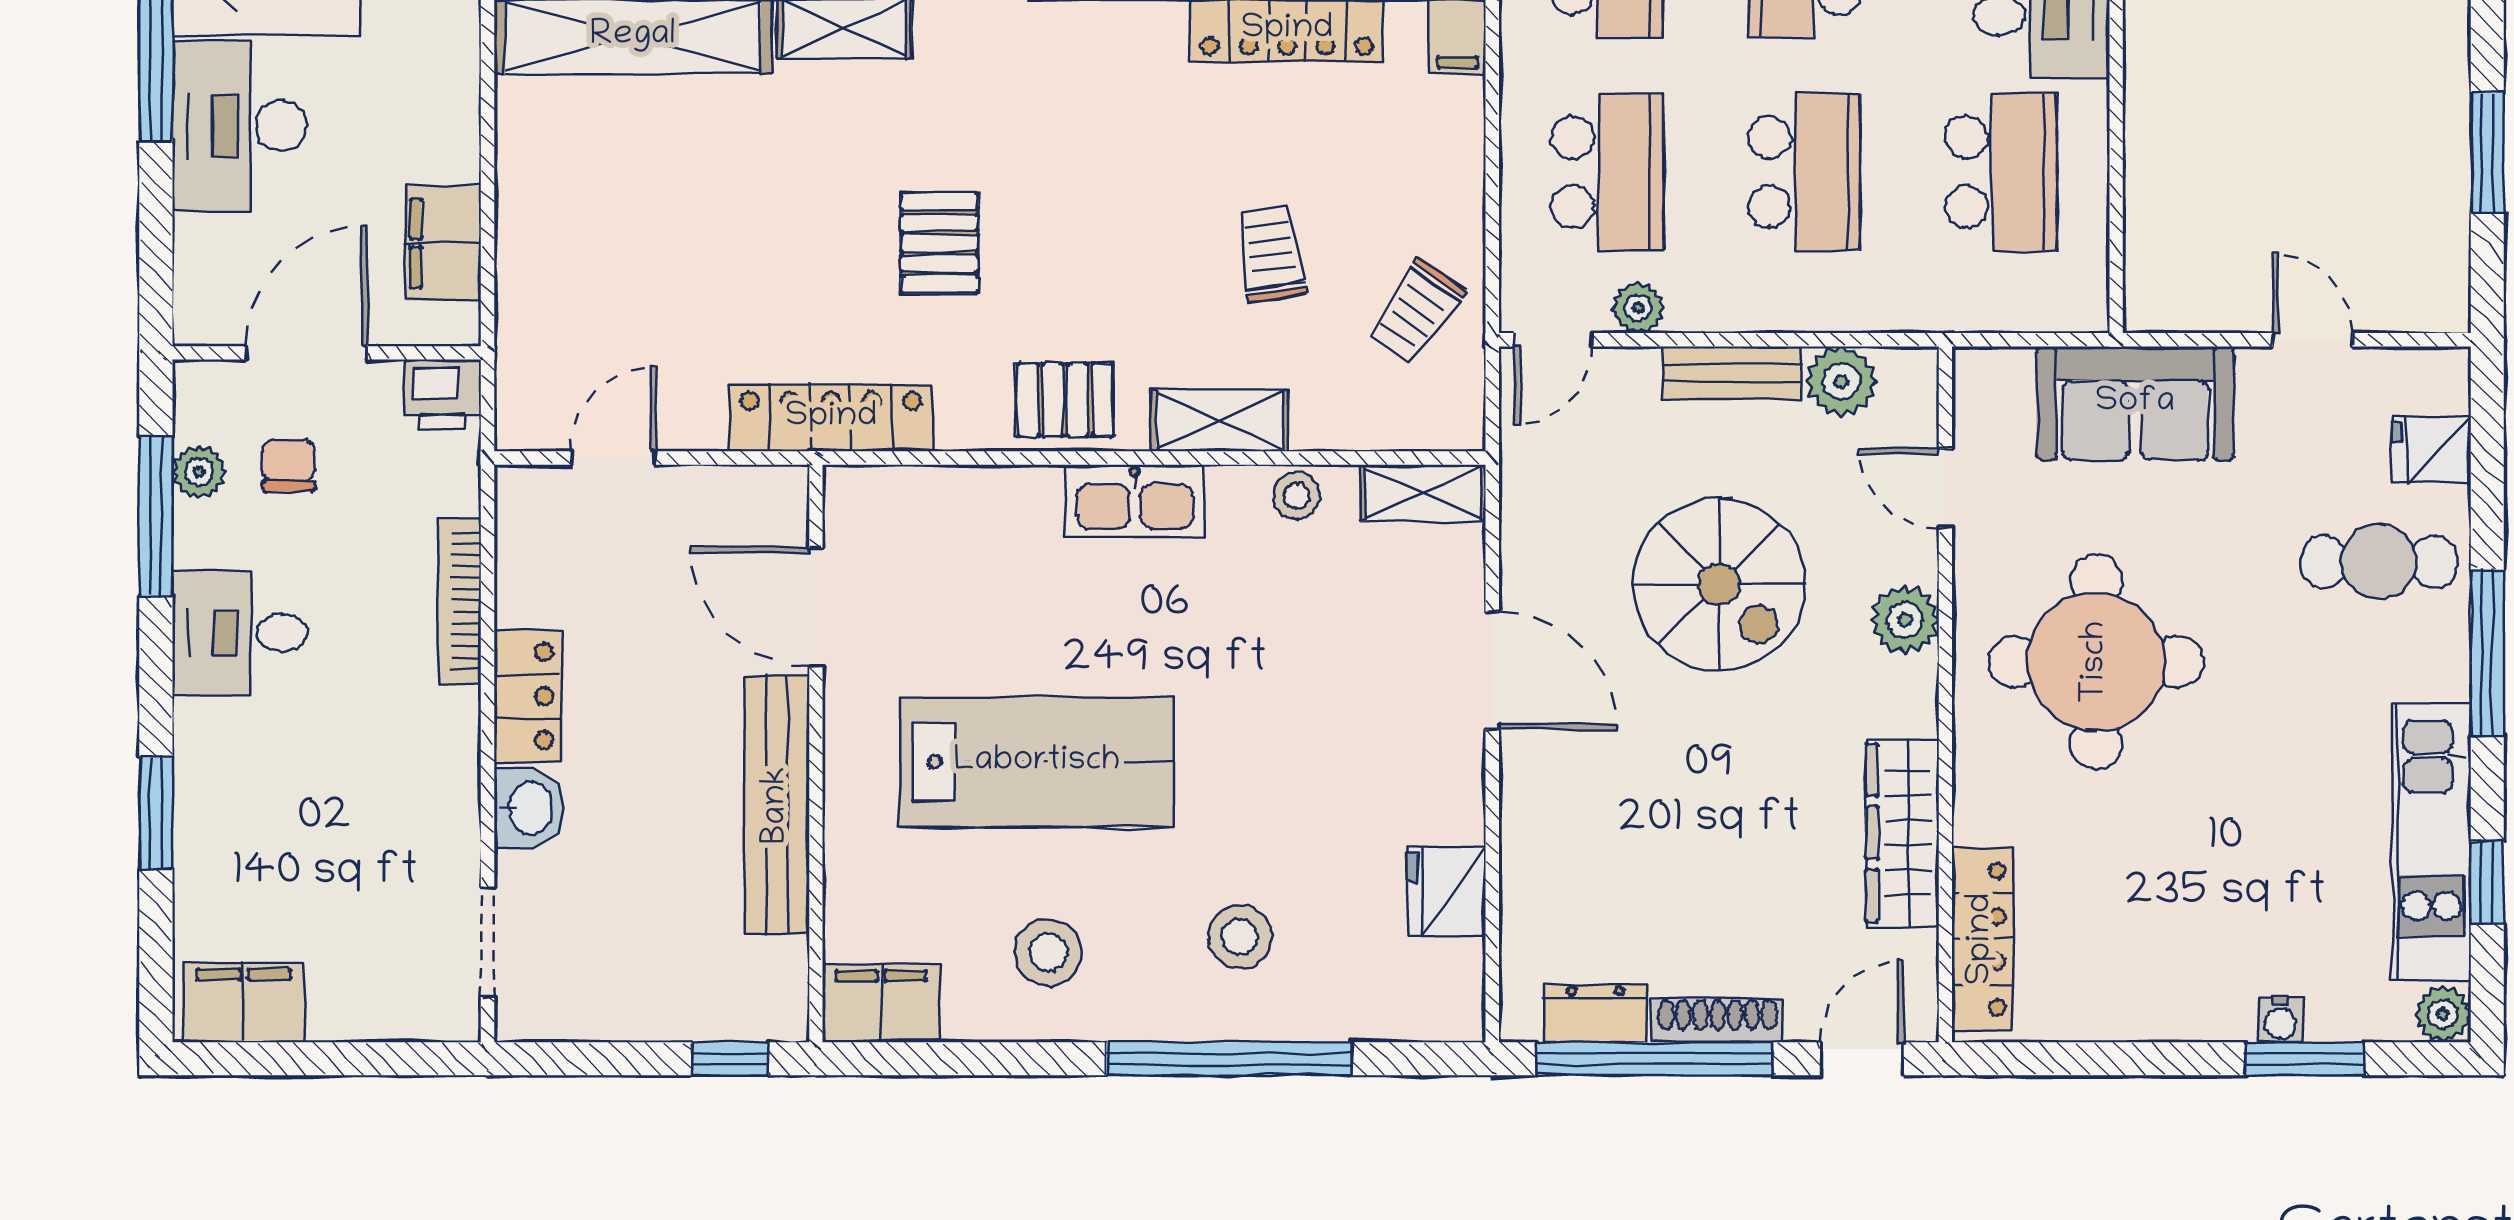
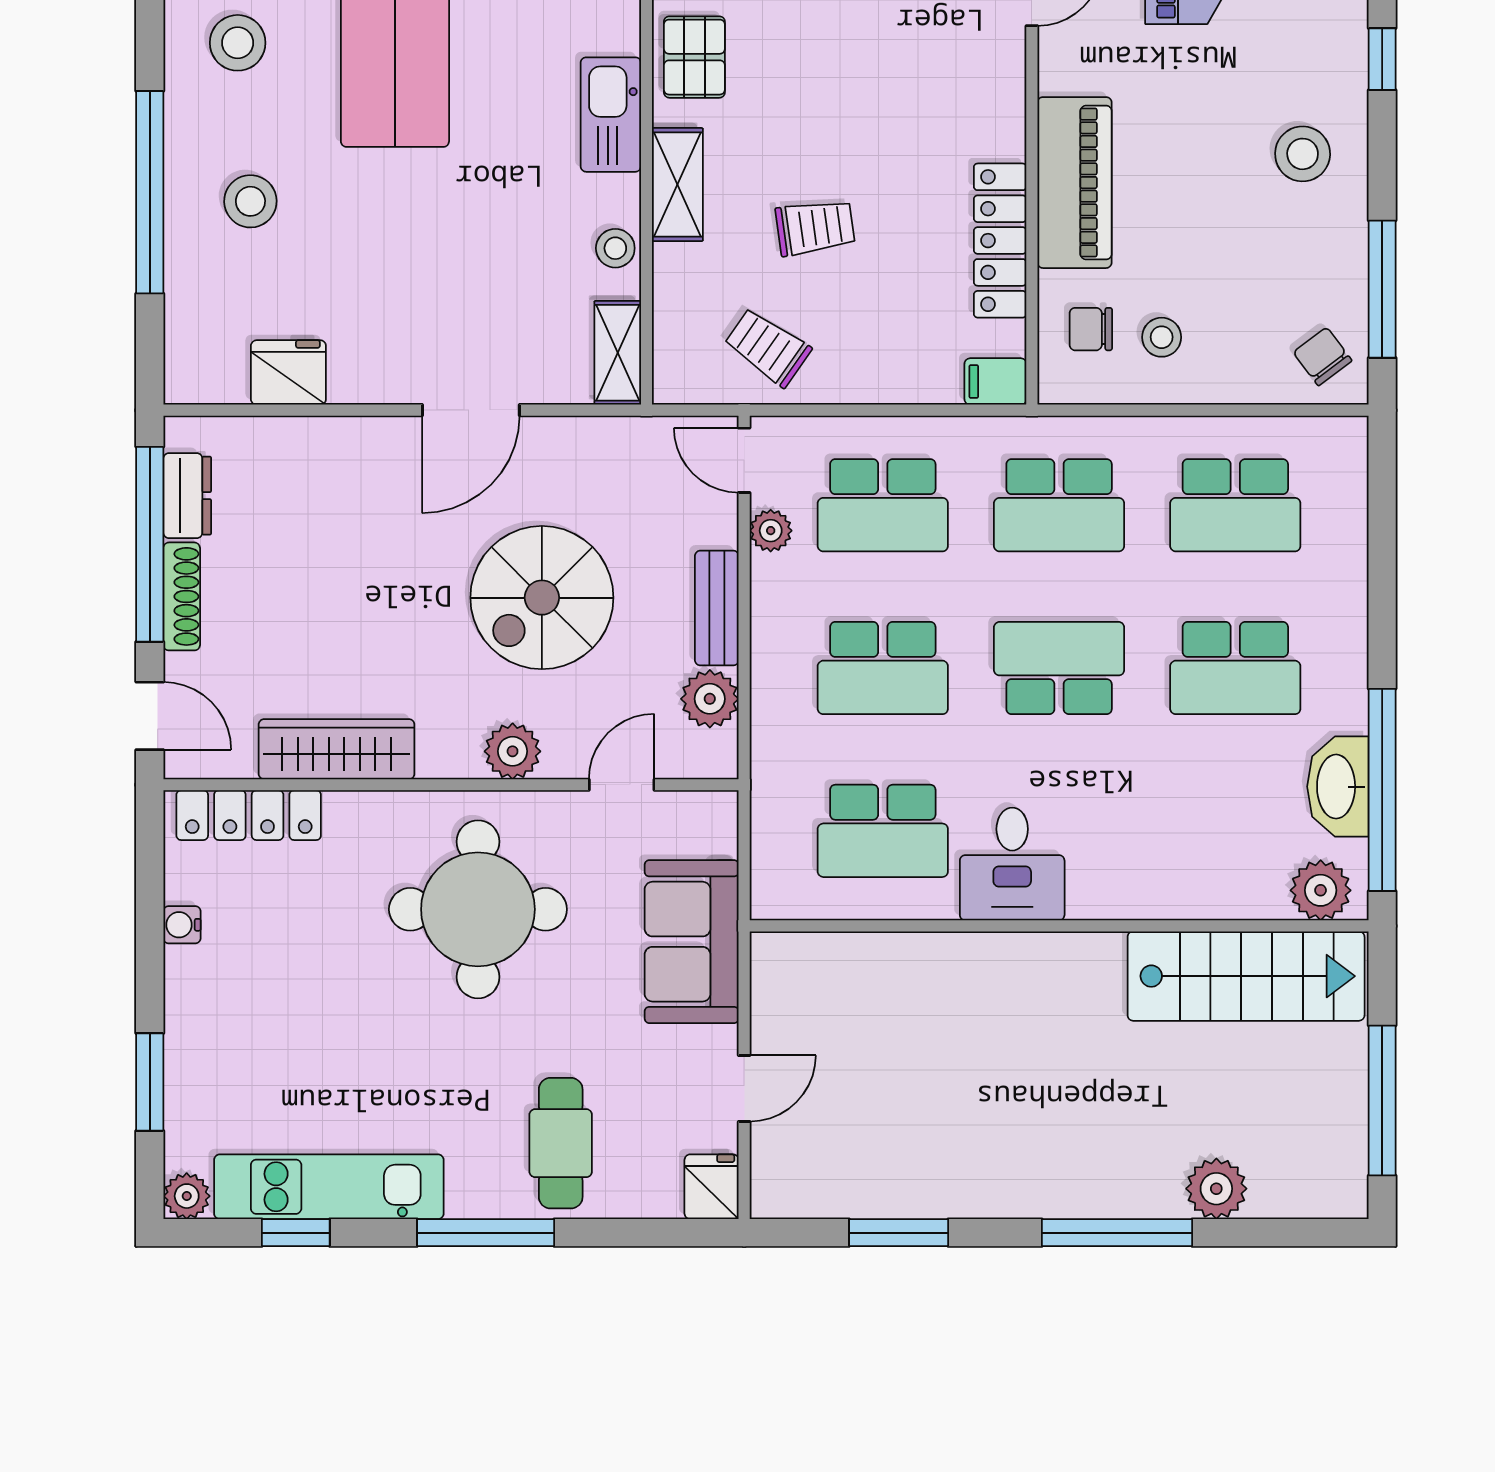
fridge: (2432, 450) -> (712, 1187), moved
water cooler: (2280, 1020) -> (182, 925), moved

